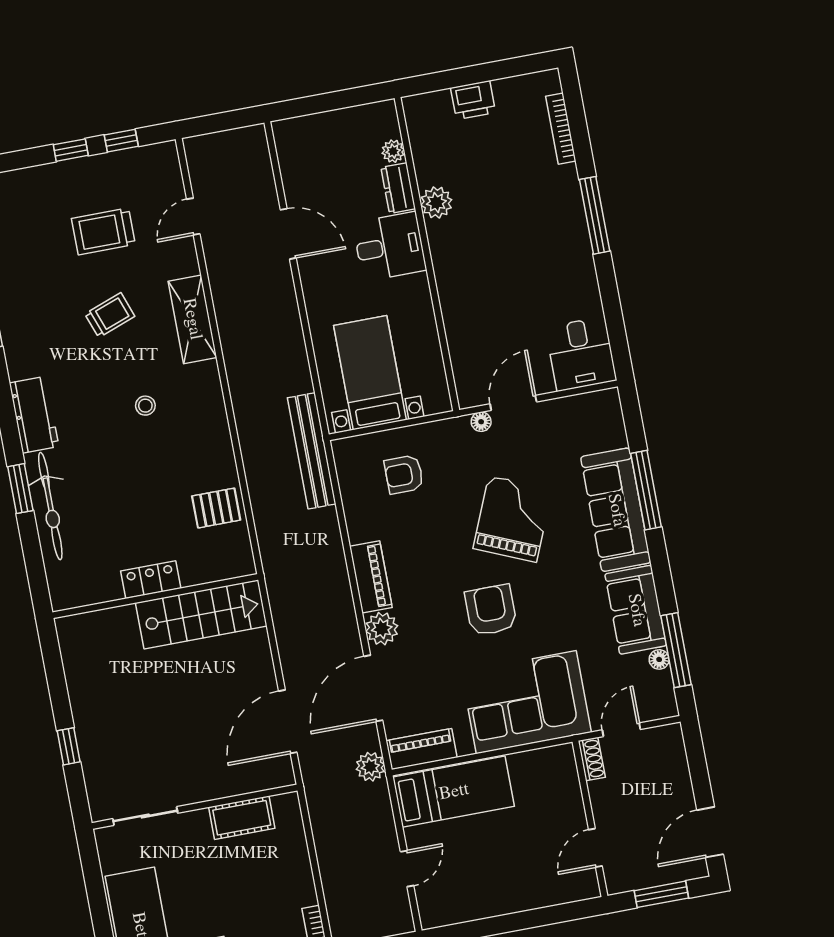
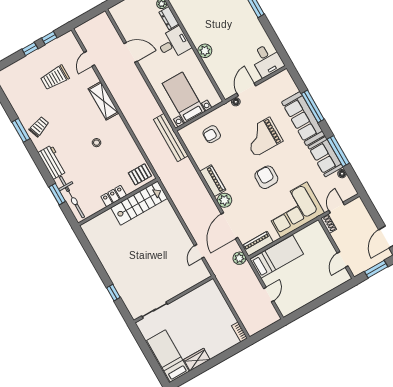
plant: (436, 203) -> (205, 51), moved
trolley: (110, 315) -> (39, 127), moved
grand piano: (513, 519) -> (262, 137), turned -113
locker: (151, 580) -> (114, 196), moved
wall: (155, 596) -> (118, 202), moved
stairs: (201, 614) -> (139, 203), moved
window: (676, 650) -> (338, 151), moved
door: (288, 722) -> (199, 251), width x0.53
cot: (242, 818) -> (194, 297), removed

